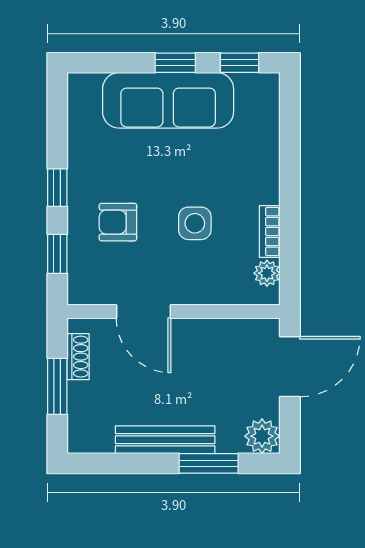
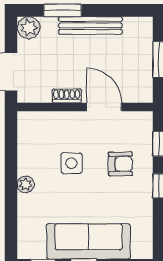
bookcase: (270, 232) -> (24, 158), removed
plant: (267, 273) -> (26, 184), moved
shoe rack: (78, 357) -> (67, 96), moved, turned 90

